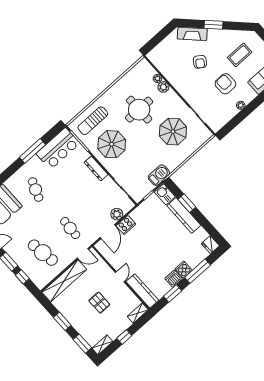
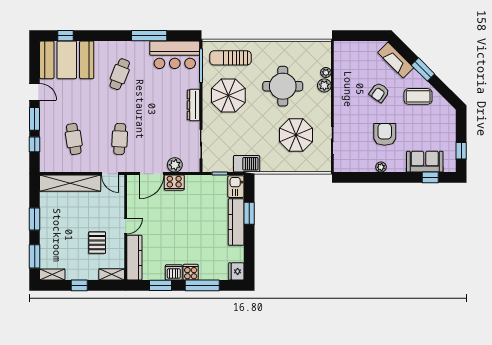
coffee table: (240, 55) -> (418, 96), moved
cafe table: (43, 253) -> (74, 139), width x0.73, depth x0.74
pallet: (99, 303) -> (97, 243), moved

